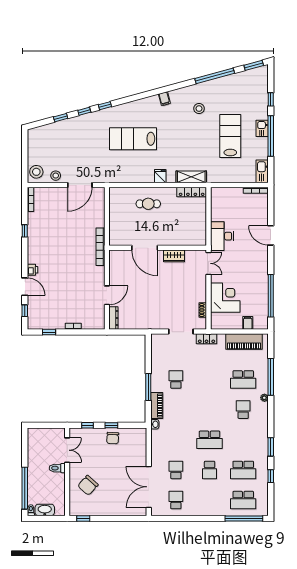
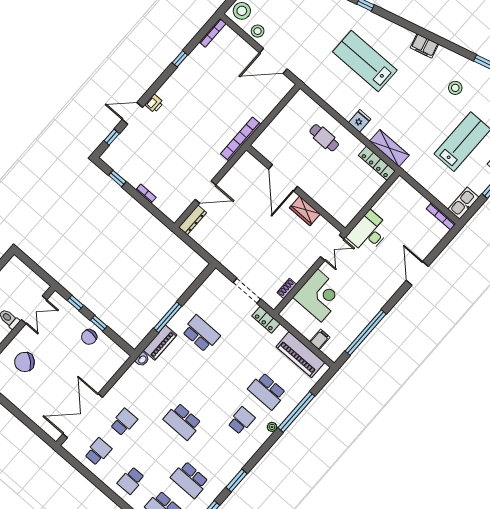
filing cabinet: (164, 99) -> (424, 46), width x2.00
door: (25, 287) -> (132, 113), swing flipped
school desk: (176, 379) -> (201, 334), width x1.85
school desk: (210, 470) -> (131, 480), moved

